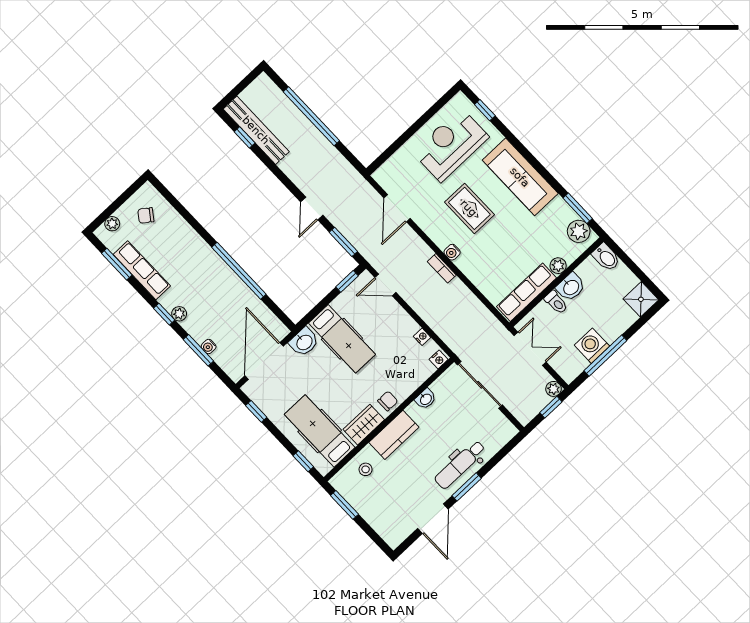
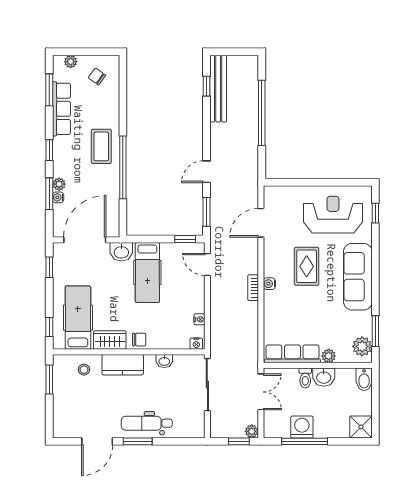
coffee table: (204, 270) -> (101, 146), added
plant: (179, 314) -> (59, 184), moved

